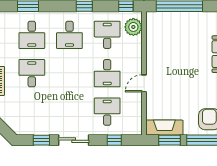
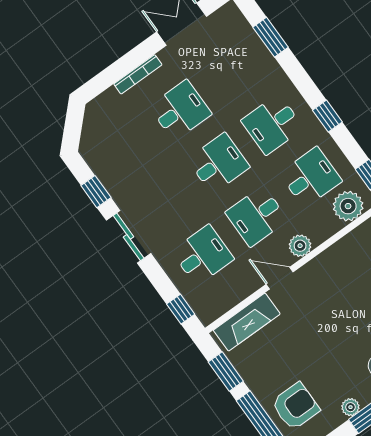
desk: (32, 35) -> (218, 163), moved, turned 180
plant: (136, 63) -> (300, 246), added
fireplace: (164, 128) -> (247, 322), moved, turned 90
window: (114, 140) -> (181, 309), moved

